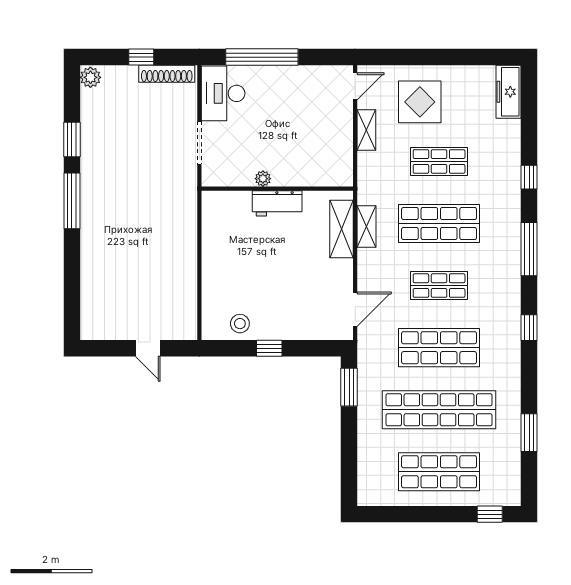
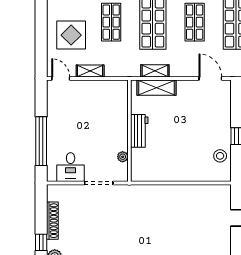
window: (141, 57) -> (41, 242), moved
shoe rack: (167, 74) -> (52, 221), moved
desk: (223, 93) -> (71, 167), width x0.73
plant: (263, 179) -> (123, 157), moved

